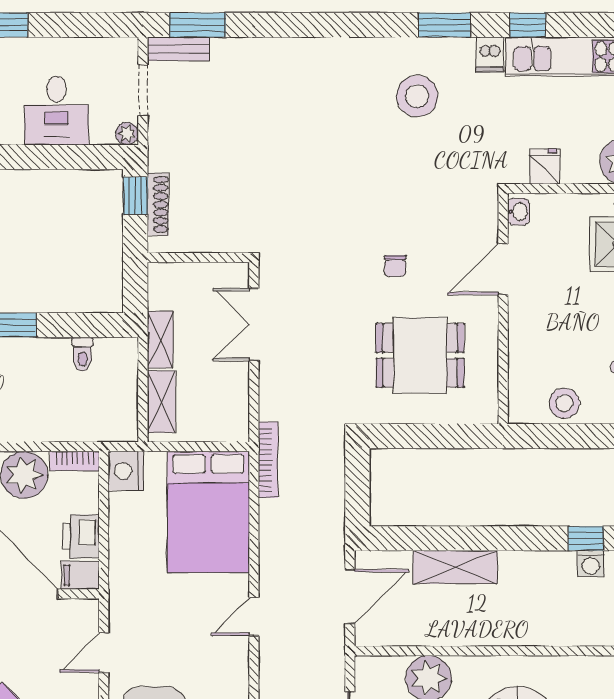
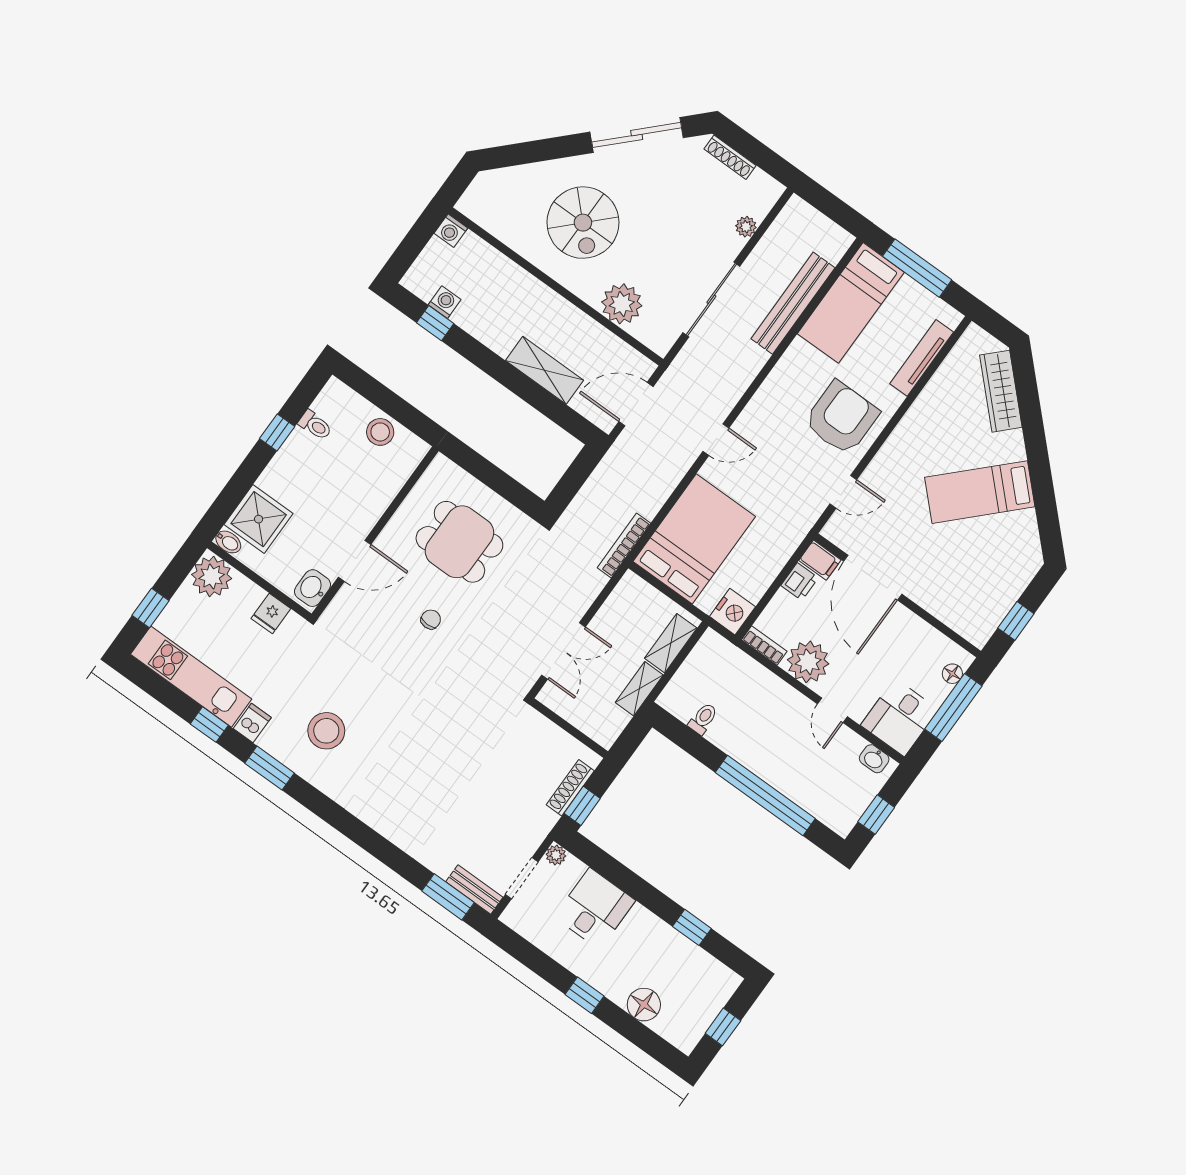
washbasin: (518, 212) -> (312, 588), width x1.38, depth x1.45
printer: (81, 536) -> (800, 582), width x0.73, depth x0.81

